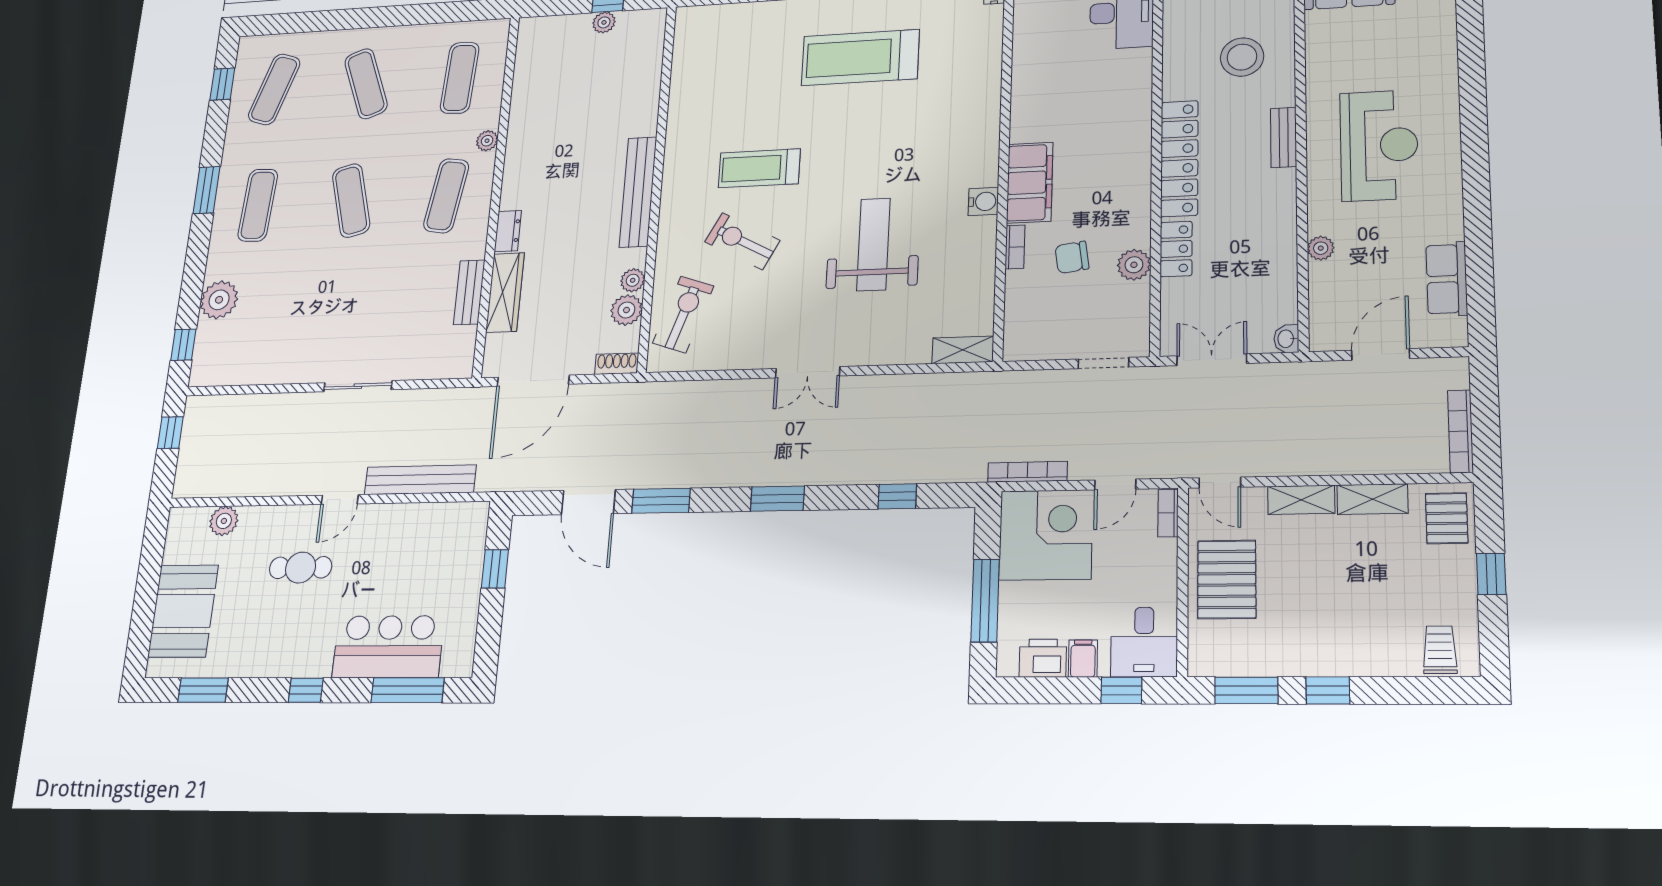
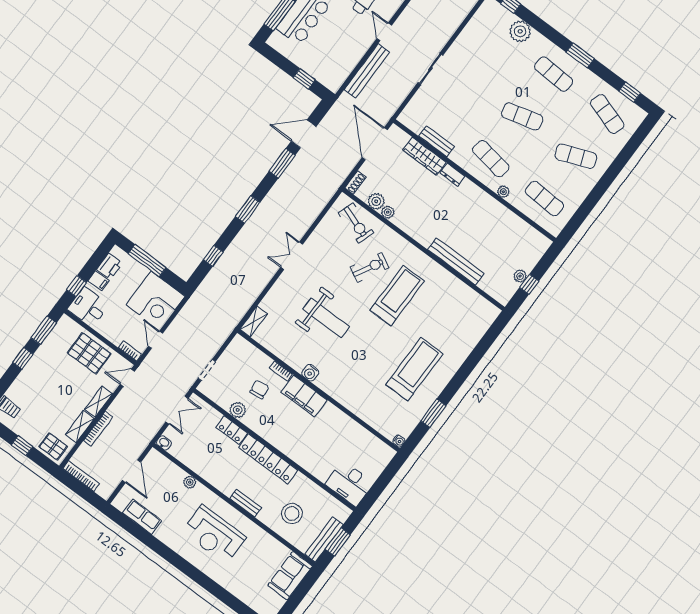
treadmill: (759, 168) -> (397, 296), width x1.37, depth x1.38
bench: (638, 192) -> (456, 261), moved
bookcase: (1028, 472) -> (98, 429), moved

